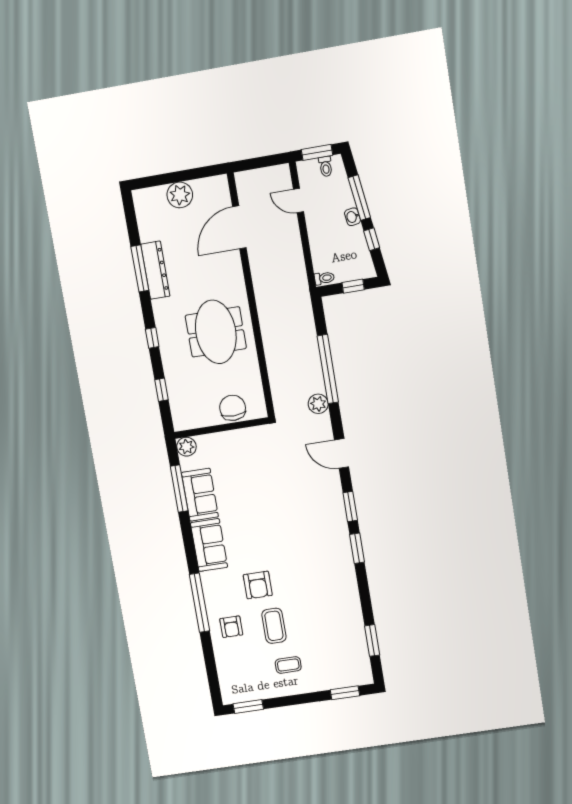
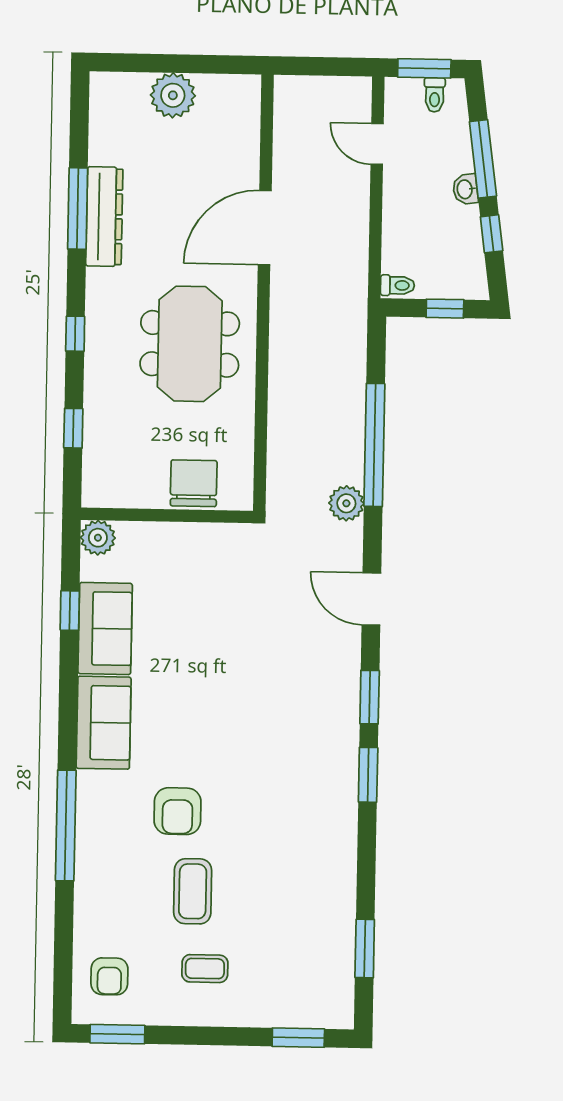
door: (239, 227) -> (265, 228), moved
window: (179, 489) -> (70, 611), width x0.46
armchair: (231, 627) -> (109, 976), moved

